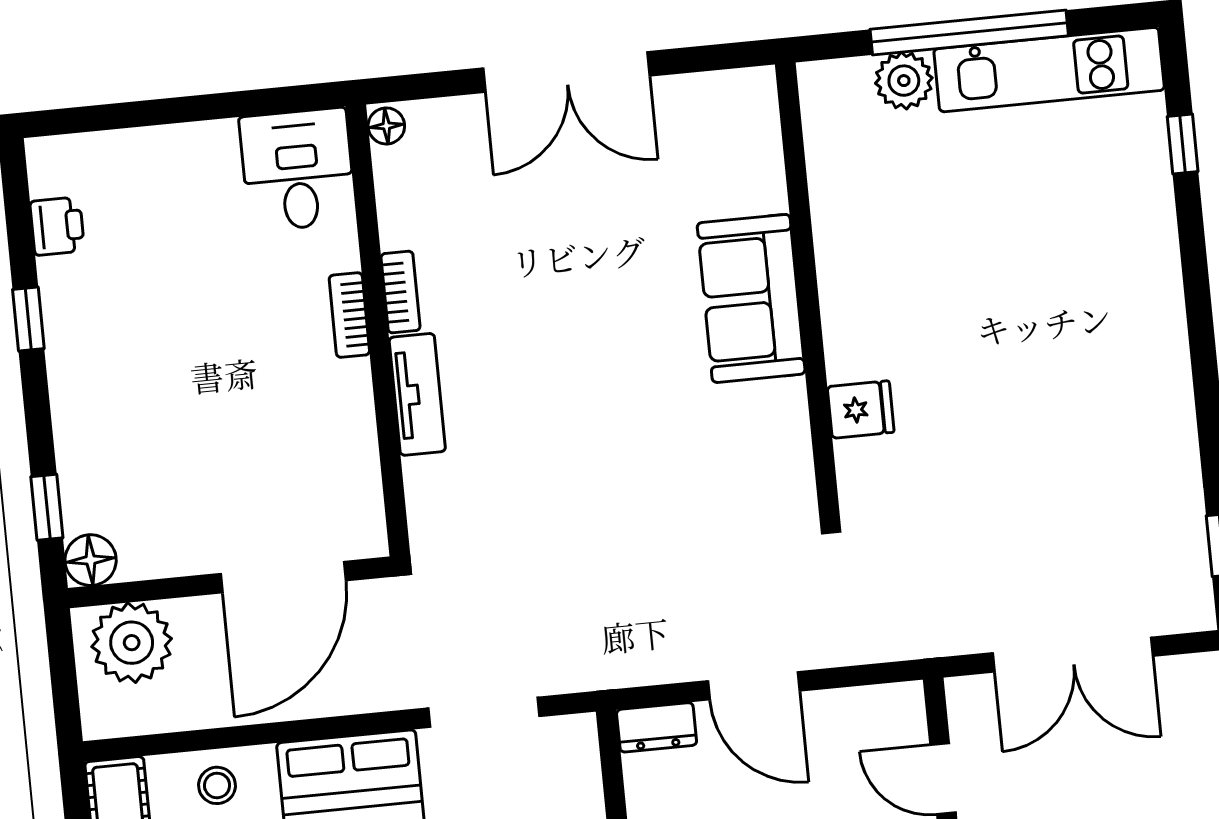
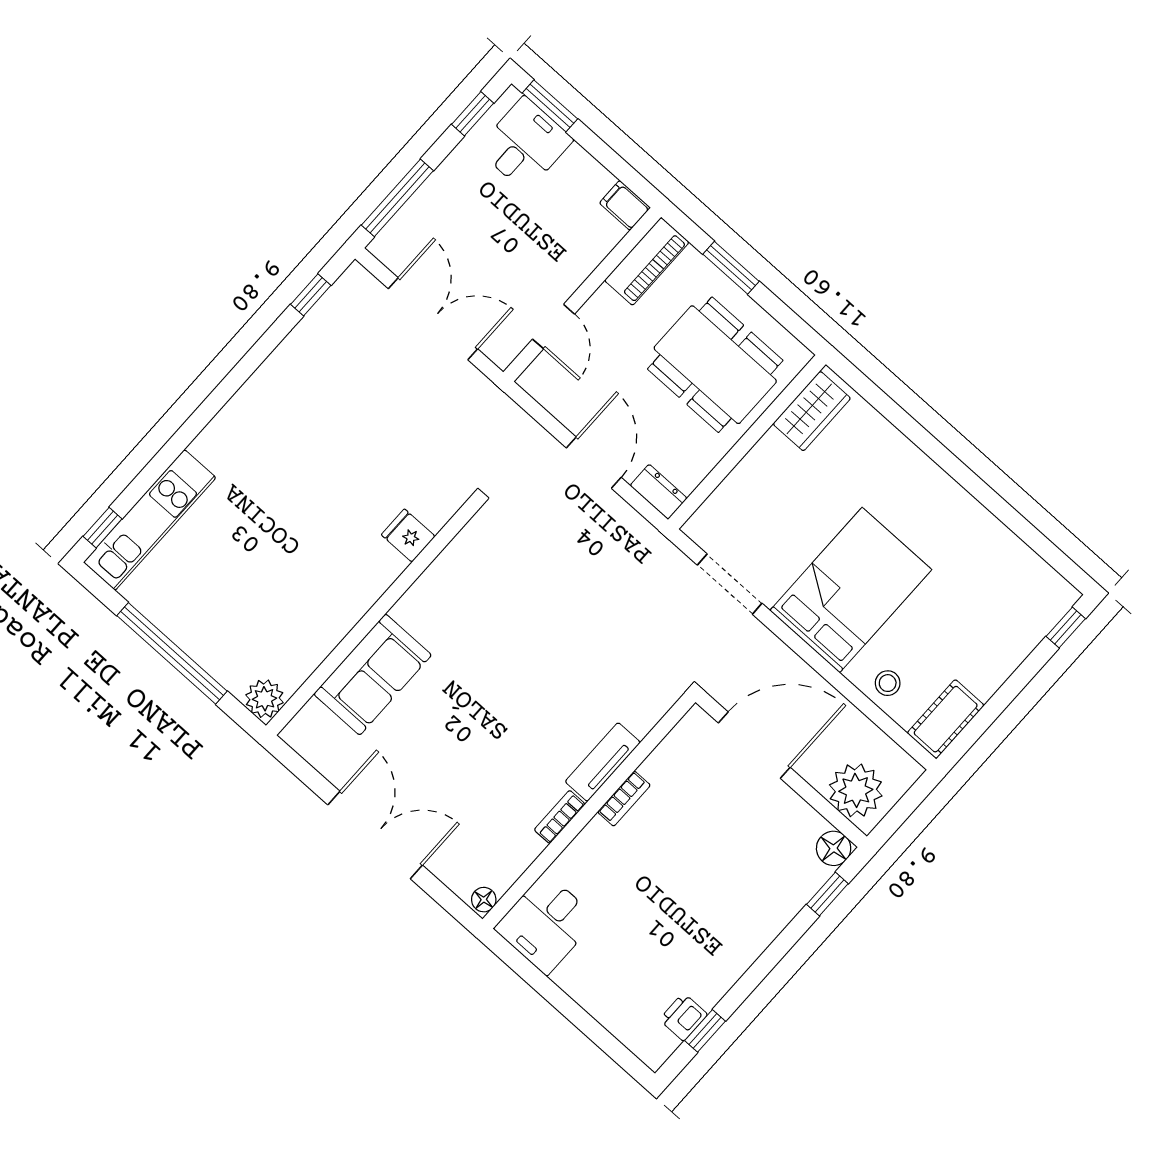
kitchen unit: (1049, 70) -> (150, 520), moved, turned 90
plant: (904, 81) -> (265, 699), moved
window: (1183, 144) -> (103, 528), moved
sofa: (751, 298) -> (373, 674), moved
bookcase: (349, 315) -> (624, 799), moved
window: (28, 319) -> (705, 1031), moved

